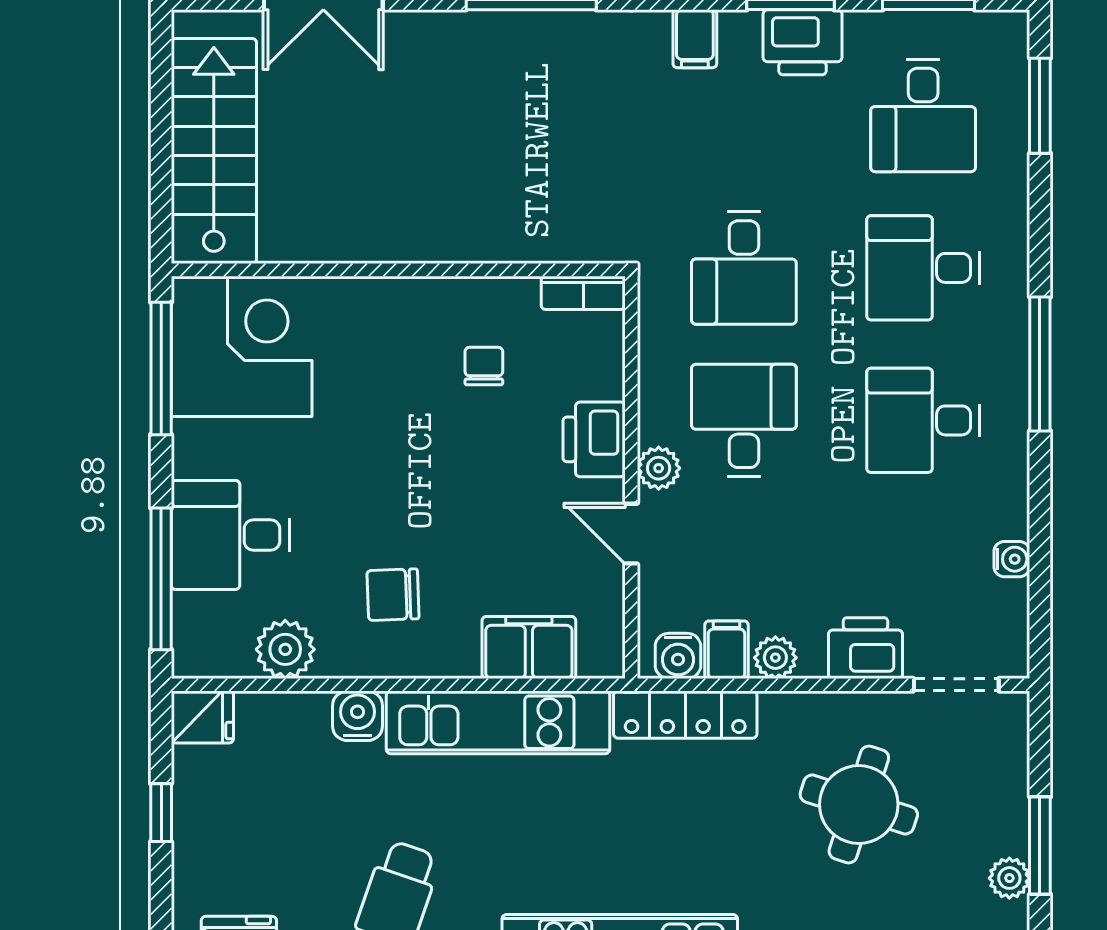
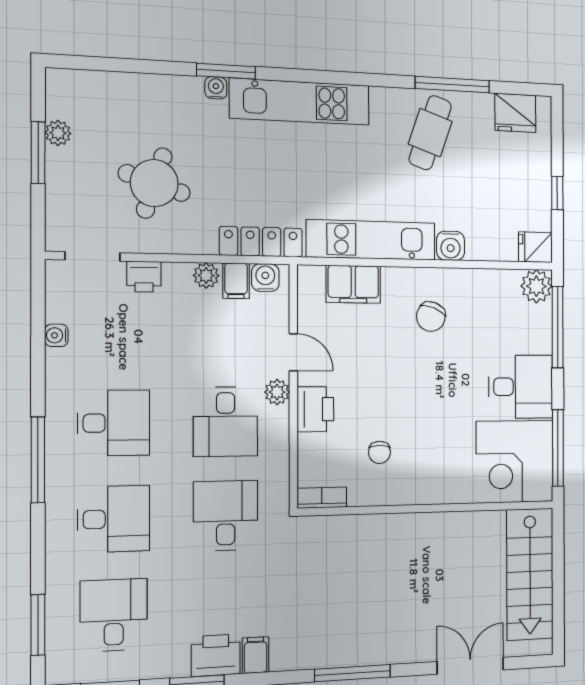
printer: (802, 42) -> (216, 655), moved
desk: (230, 535) -> (521, 387), moved
chair: (393, 595) -> (431, 317), turned 113
printer: (865, 648) -> (144, 277), width x0.73, depth x0.81
plant: (285, 649) -> (536, 286), moved

